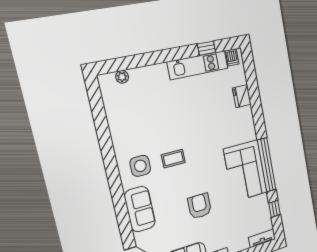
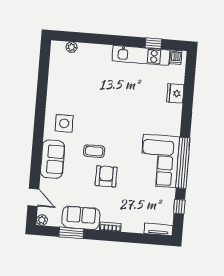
coffee table: (173, 159) -> (94, 151), moved

